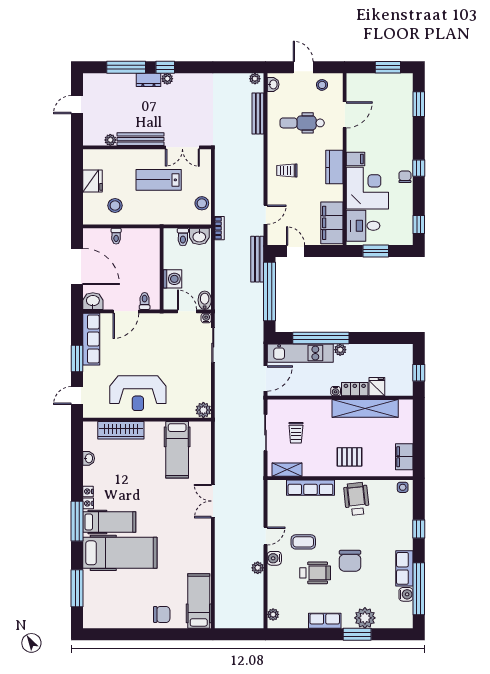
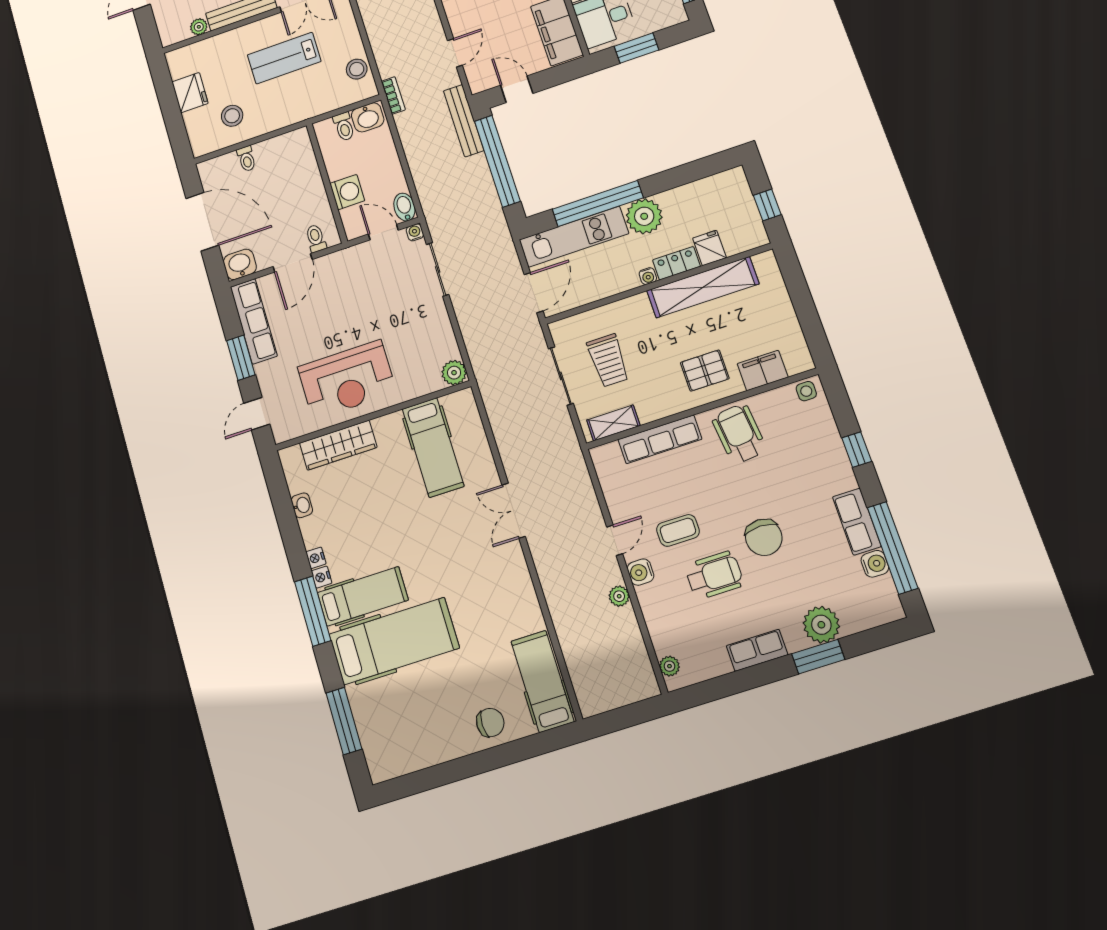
plant: (340, 350) -> (644, 216), width x1.88, depth x1.88
trolley: (296, 433) -> (608, 360), width x1.36, depth x1.39
filing cabinet: (404, 457) -> (763, 371), moved, turned 90

